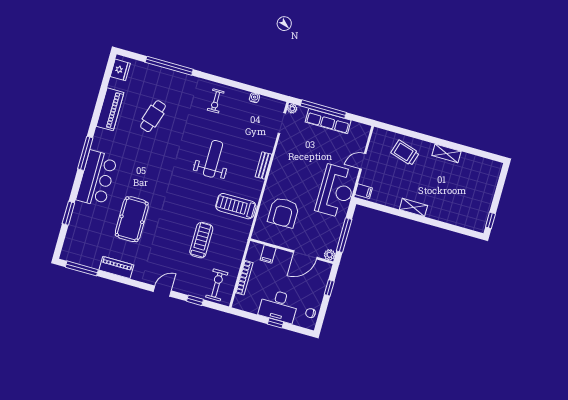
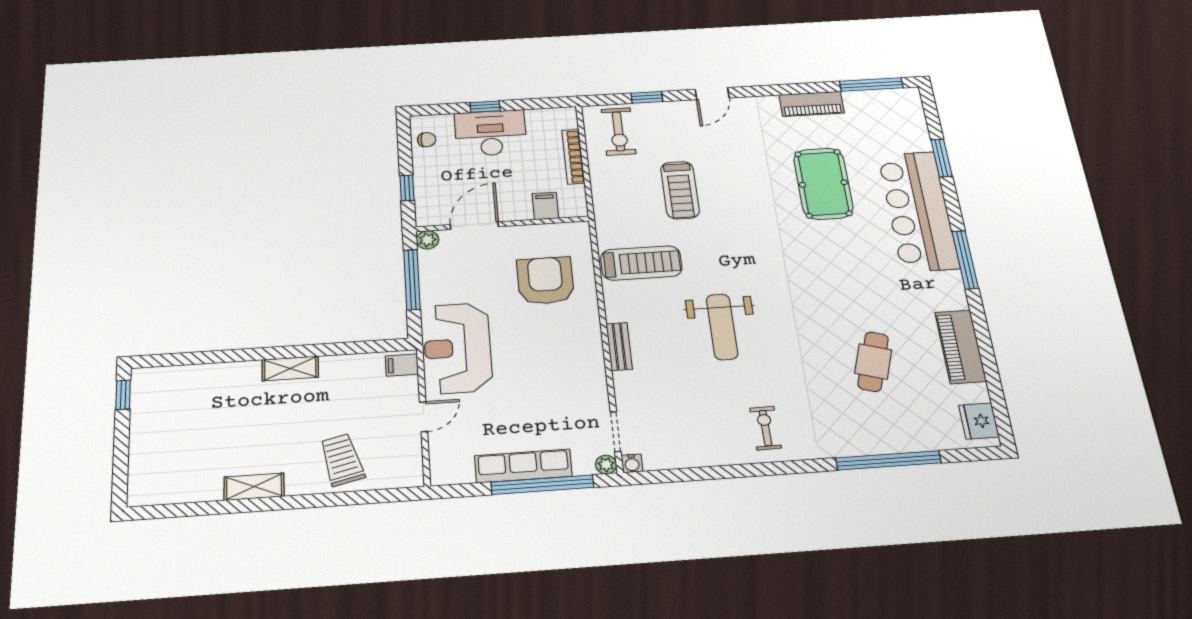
water cooler: (254, 98) -> (632, 463), moved
trolley: (405, 153) -> (342, 460), turned -121
bar counter: (97, 178) -> (918, 211), width x1.36

